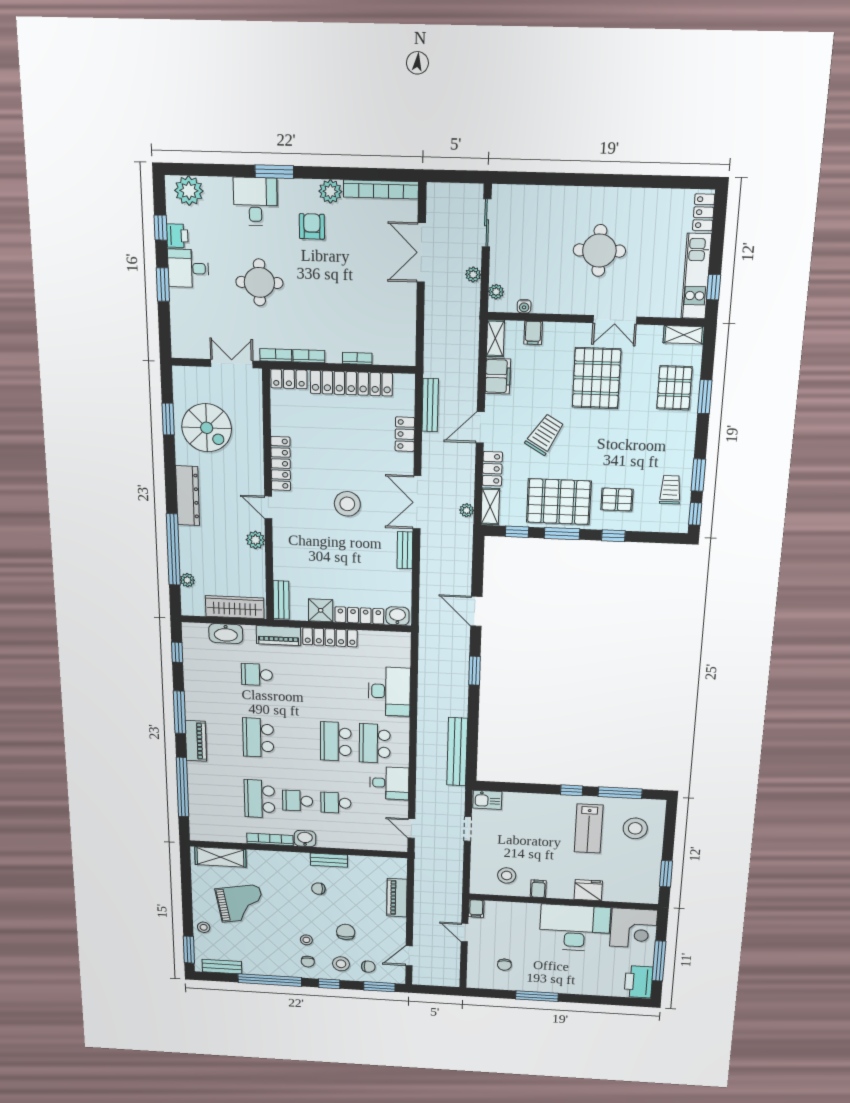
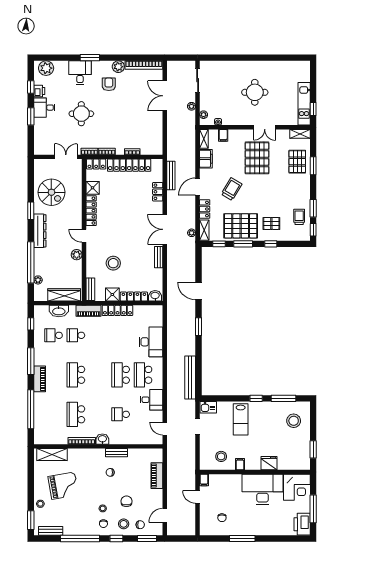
locker: (704, 212) -> (305, 72), removed
window: (168, 419) -> (31, 211), moved
shower: (283, 423) -> (93, 188), added
stool: (347, 504) -> (113, 263), moved
school desk: (298, 801) -> (54, 335), moved
lab bench: (589, 829) -> (241, 419), moved

